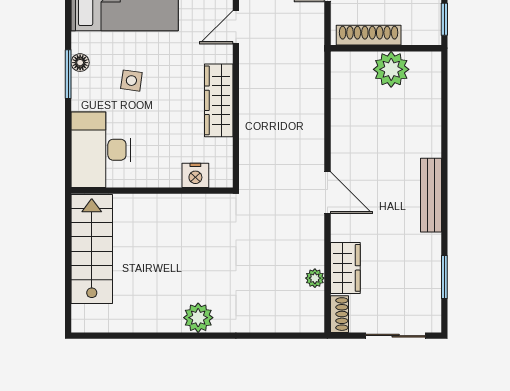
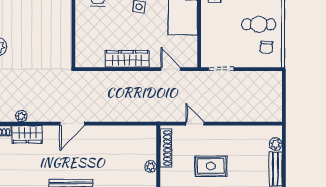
plant: (391, 69) -> (151, 167), width x0.53, depth x0.53
nightstand: (195, 175) -> (83, 45), removed

